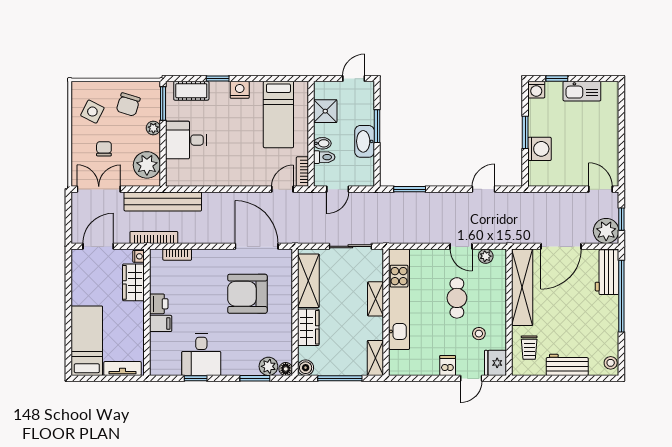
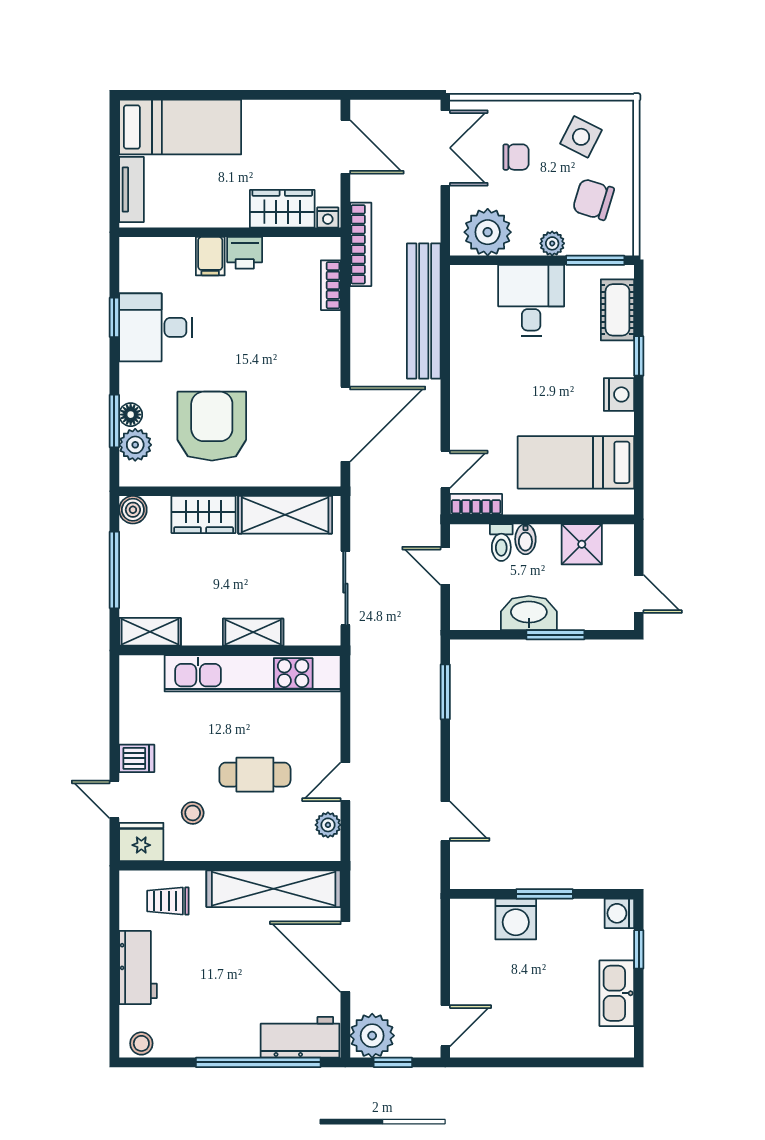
door: (282, 189) -> (445, 469), hinge flipped
bench: (163, 201) -> (424, 311), moved
armchair: (247, 294) -> (212, 426), moved
floor lamp: (286, 369) -> (131, 415), moved

